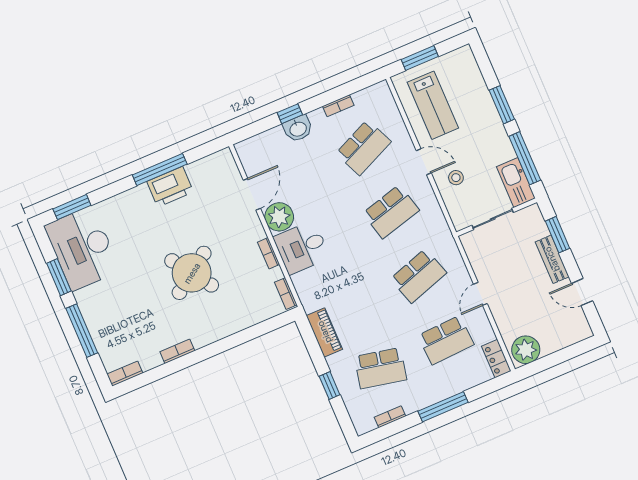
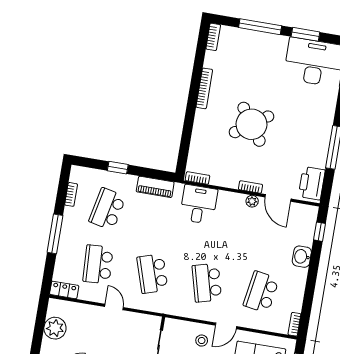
bookcase: (338, 106) -> (294, 324), moved
window: (290, 114) -> (320, 232), moved
school desk: (363, 148) -> (261, 292), turned 33
printer: (170, 187) -> (312, 183), moved
plant: (279, 217) -> (252, 201), width x0.53, depth x0.53
desk: (302, 247) -> (199, 204), moved
bookcase: (269, 253) -> (250, 187), moved
plant: (526, 350) -> (55, 328), moved
bookcase: (177, 351) -> (204, 88), width x1.56

